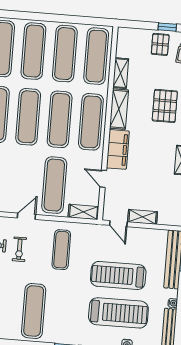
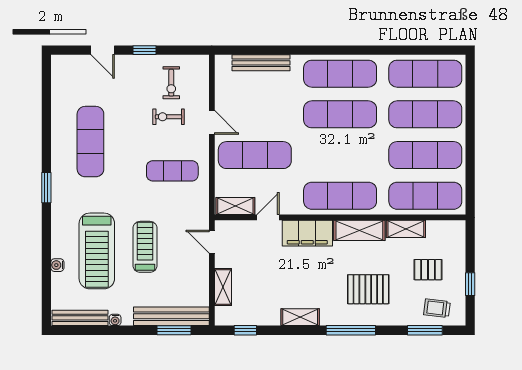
pallet: (160, 44) -> (428, 270), moved
exercise mat: (60, 119) -> (340, 155), removed
shelving: (83, 212) -> (235, 206), moved, turned 90
shelving: (143, 217) -> (223, 287), moved
door: (118, 224) -> (212, 242), hinge flipped
treadmill: (118, 275) -> (145, 247), width x0.73, depth x0.73
exercise mat: (34, 311) -> (90, 142), turned 90

